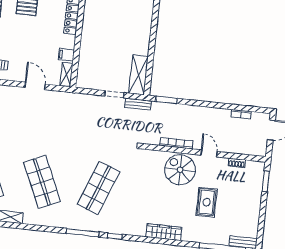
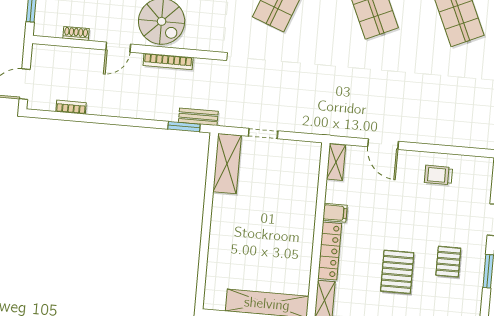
filing cabinet: (66, 55) -> (335, 213), moved
bench: (138, 104) -> (198, 117), moved
door: (209, 153) -> (118, 47), hinge flipped

